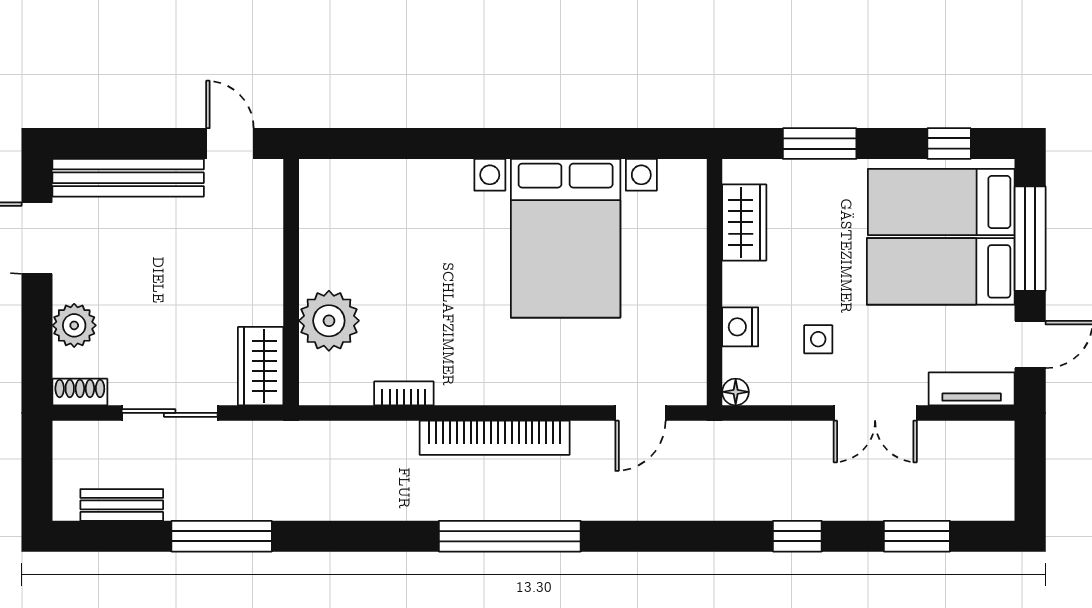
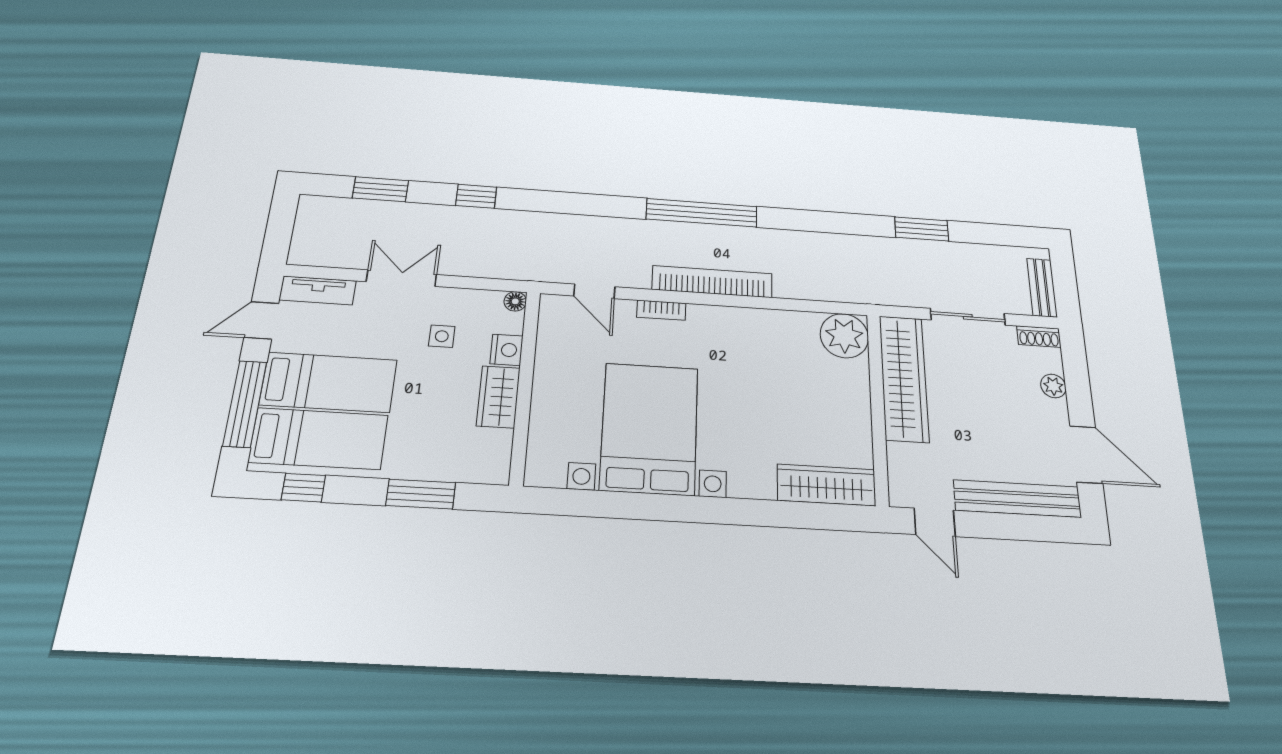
wardrobe: (356, 181) -> (826, 485), added
wardrobe: (744, 222) -> (498, 397), moved
plant: (329, 321) -> (844, 336), moved
plant: (74, 325) -> (1053, 386), width x0.73, depth x0.73
wardrobe: (261, 366) -> (904, 378), width x2.10, depth x1.17
bookcase: (404, 393) -> (661, 310), moved
door: (640, 413) -> (594, 291), swing flipped
bench: (122, 505) -> (1042, 288), moved, turned 90
window: (222, 536) -> (922, 229), width x0.69

